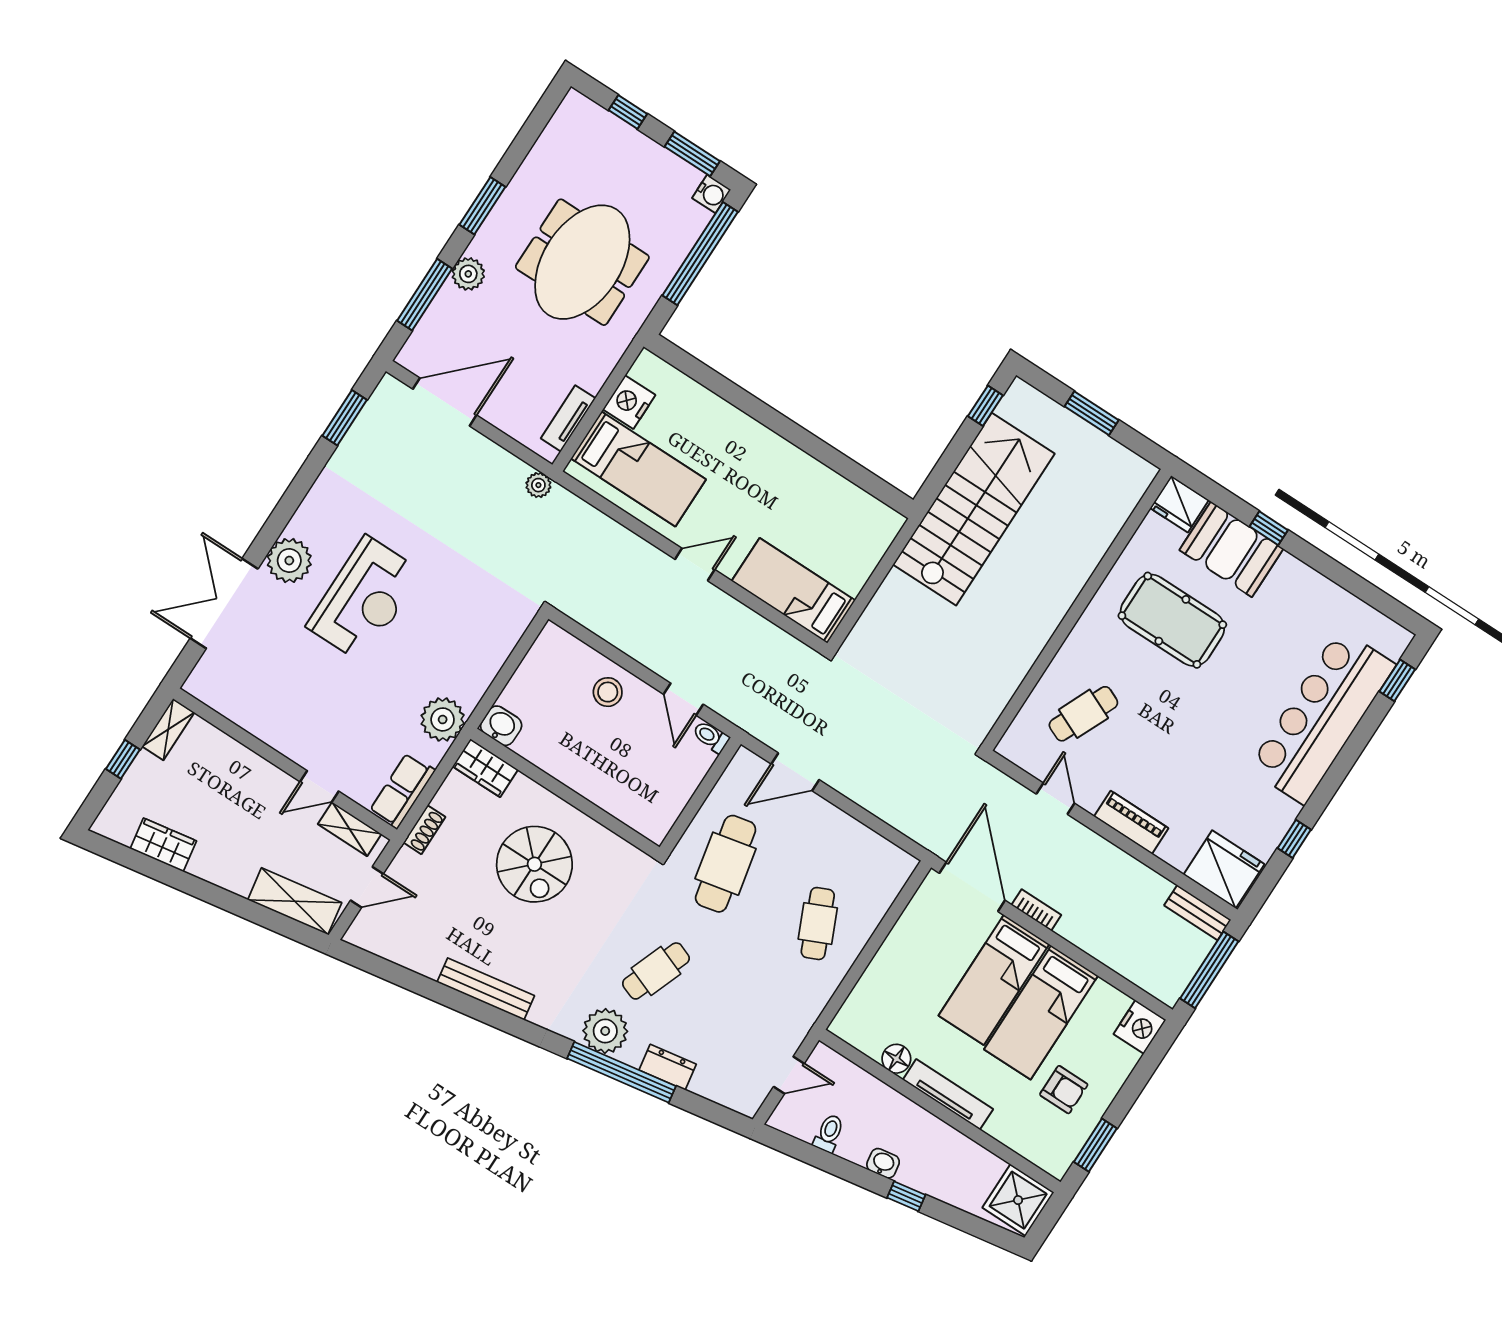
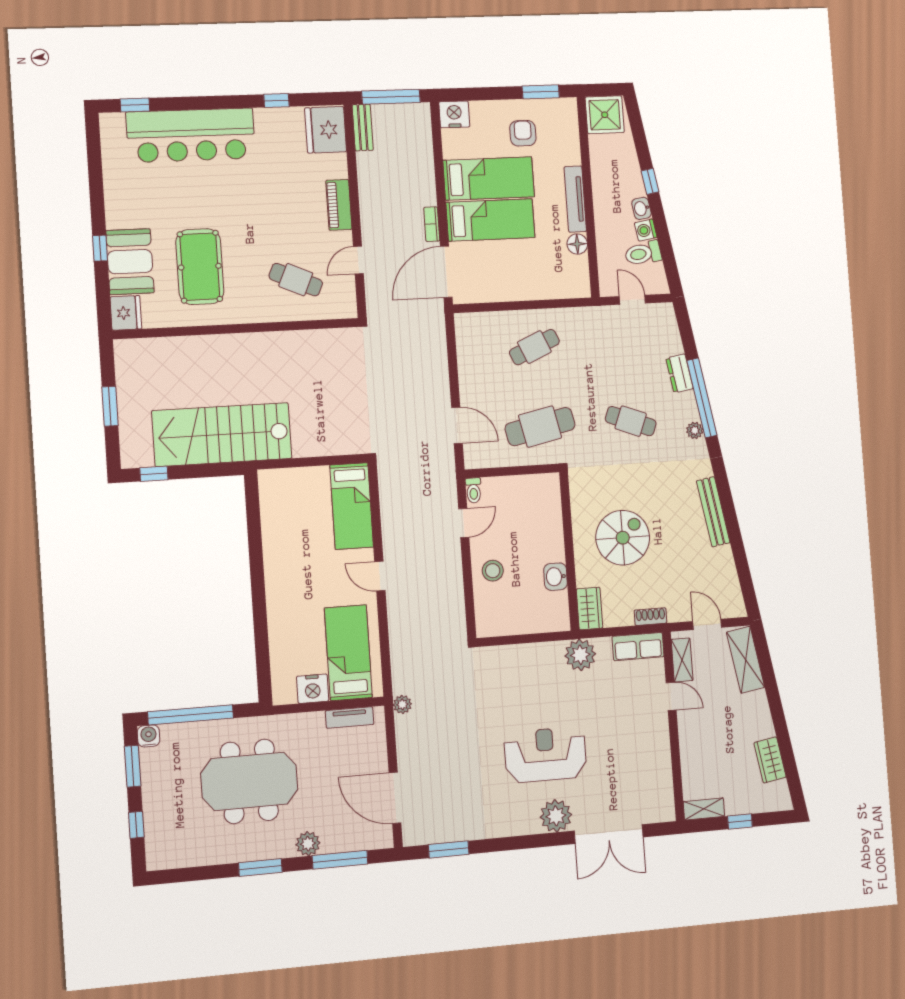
washbasin: (501, 726) -> (556, 577), moved
plant: (605, 1031) -> (695, 430), width x0.53, depth x0.53
toilet: (829, 1133) -> (643, 253), width x1.37, depth x1.39
washing machine: (855, 1150) -> (646, 230), added

